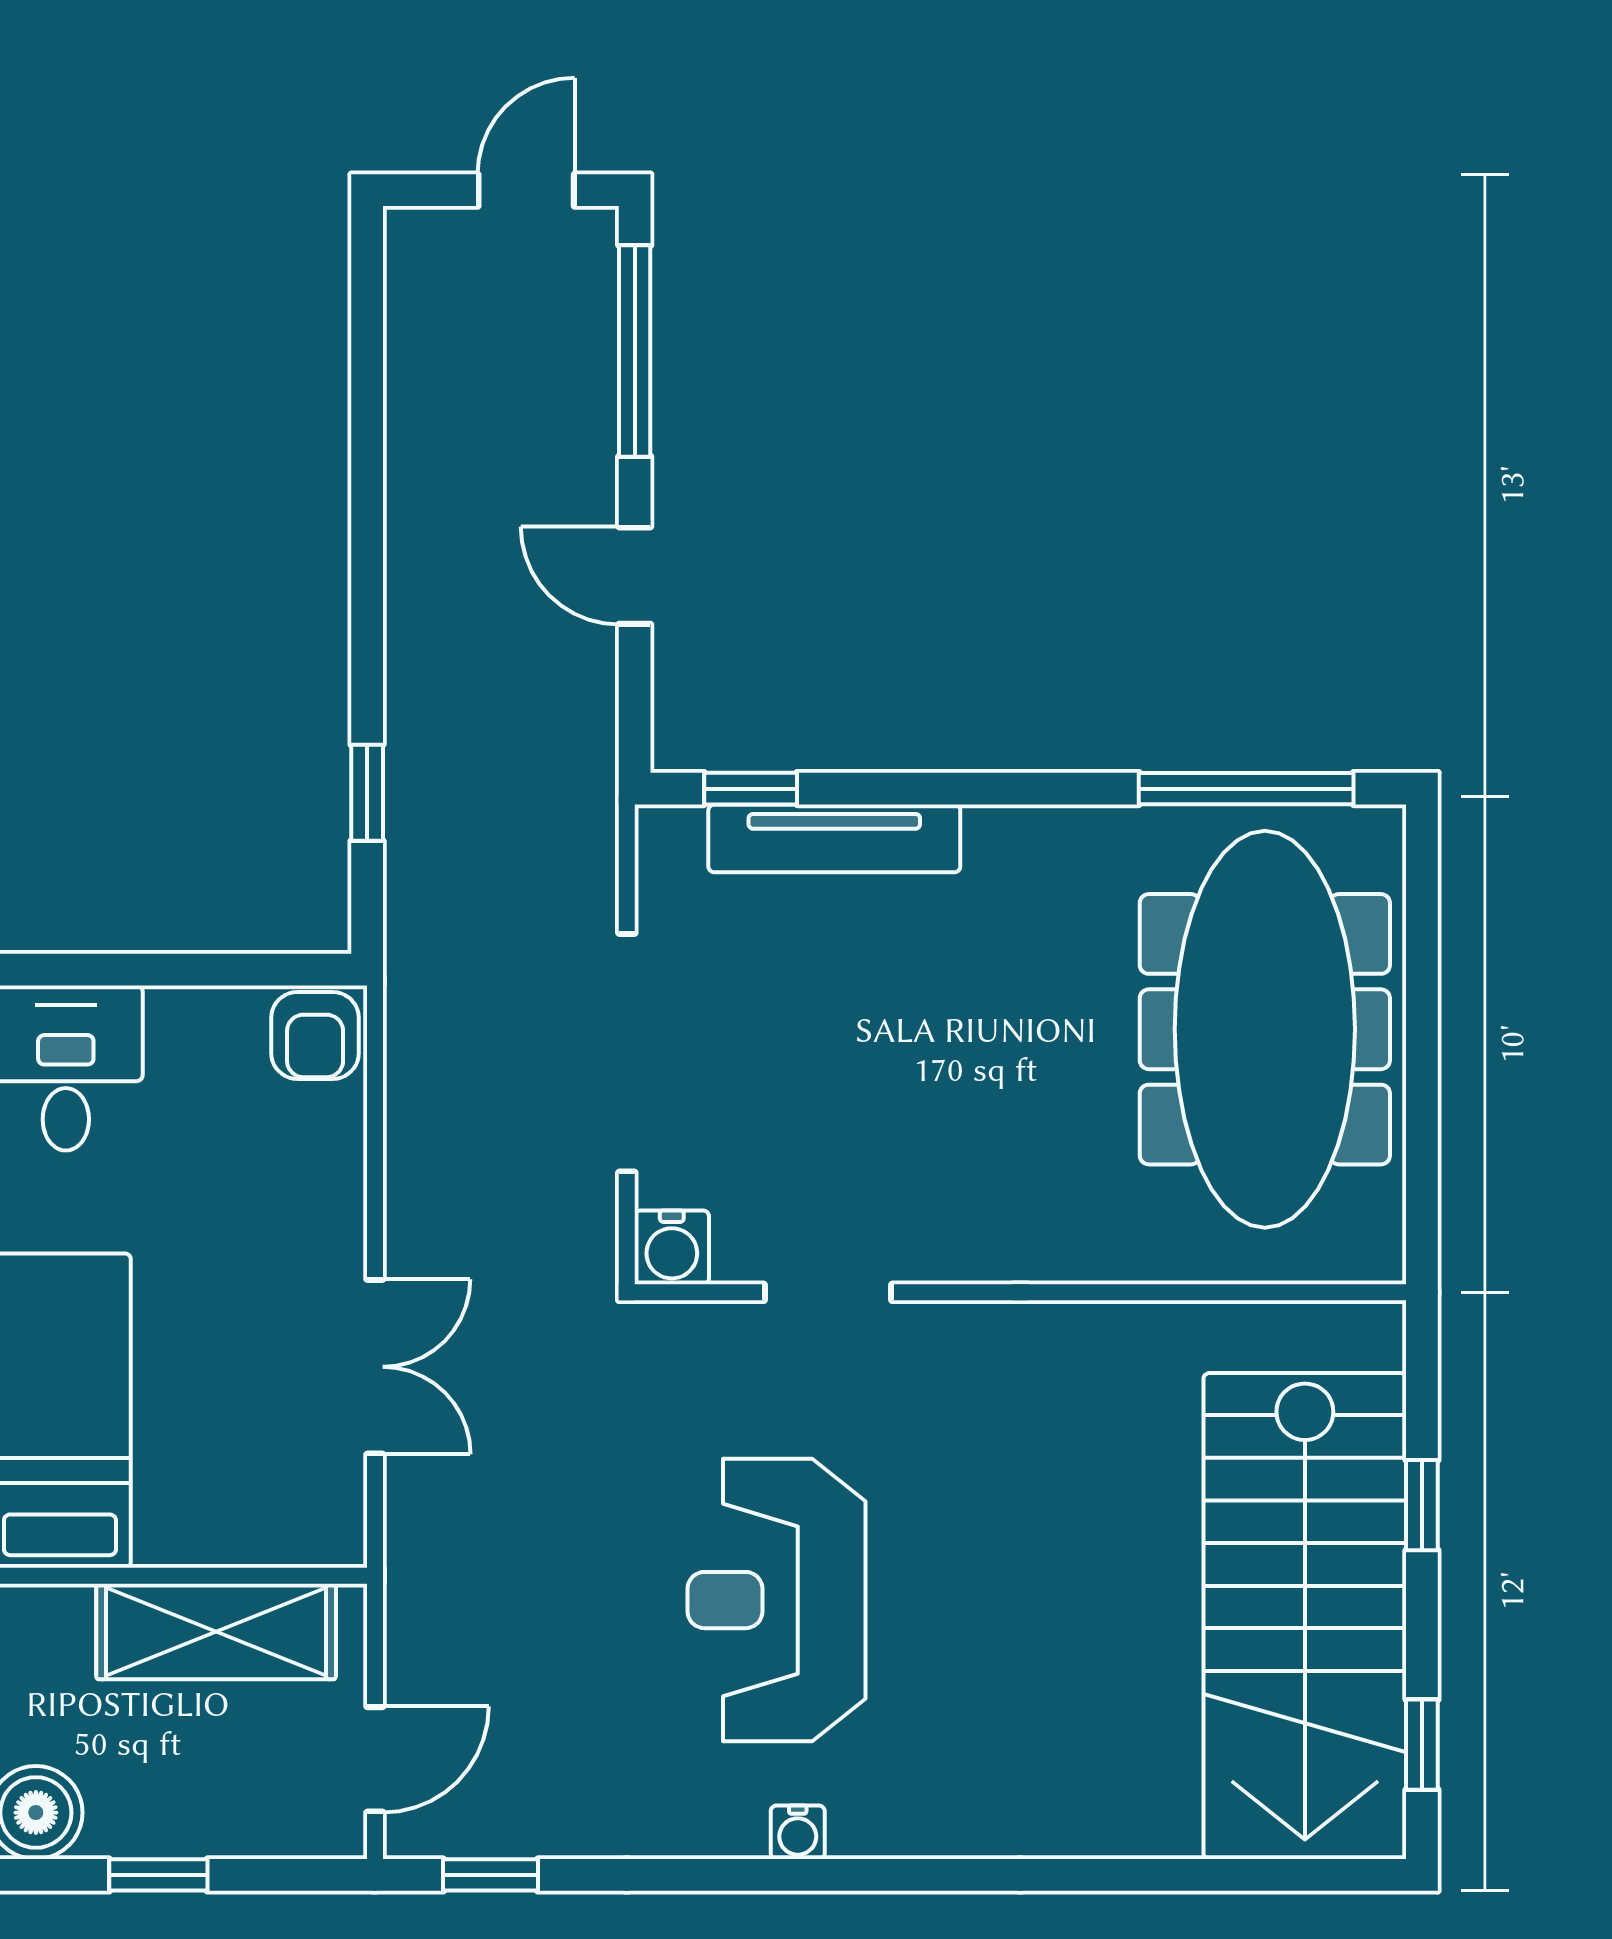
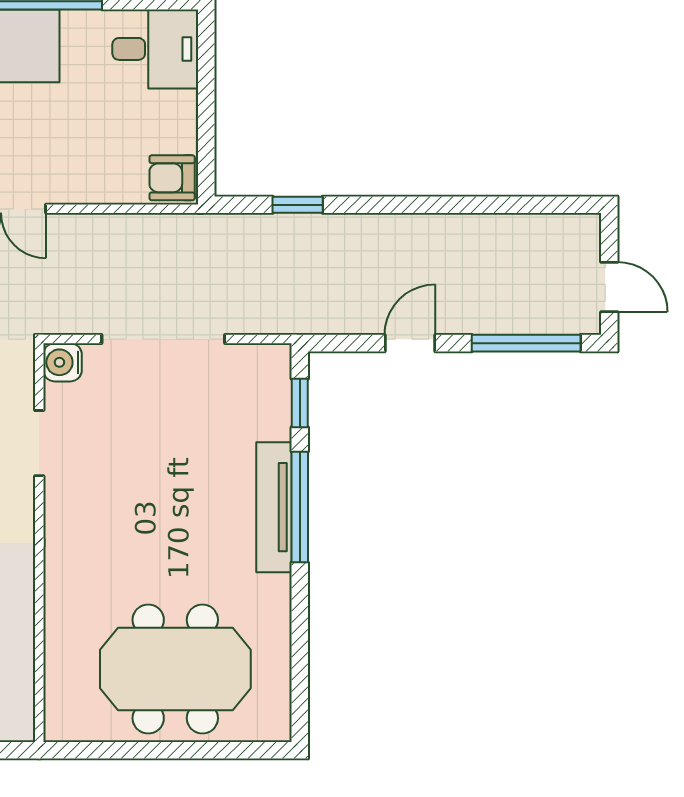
window: (1246, 789) -> (300, 507), moved
tv unit: (834, 838) -> (274, 507), moved
meeting table: (1265, 1029) -> (175, 669), width x0.73

